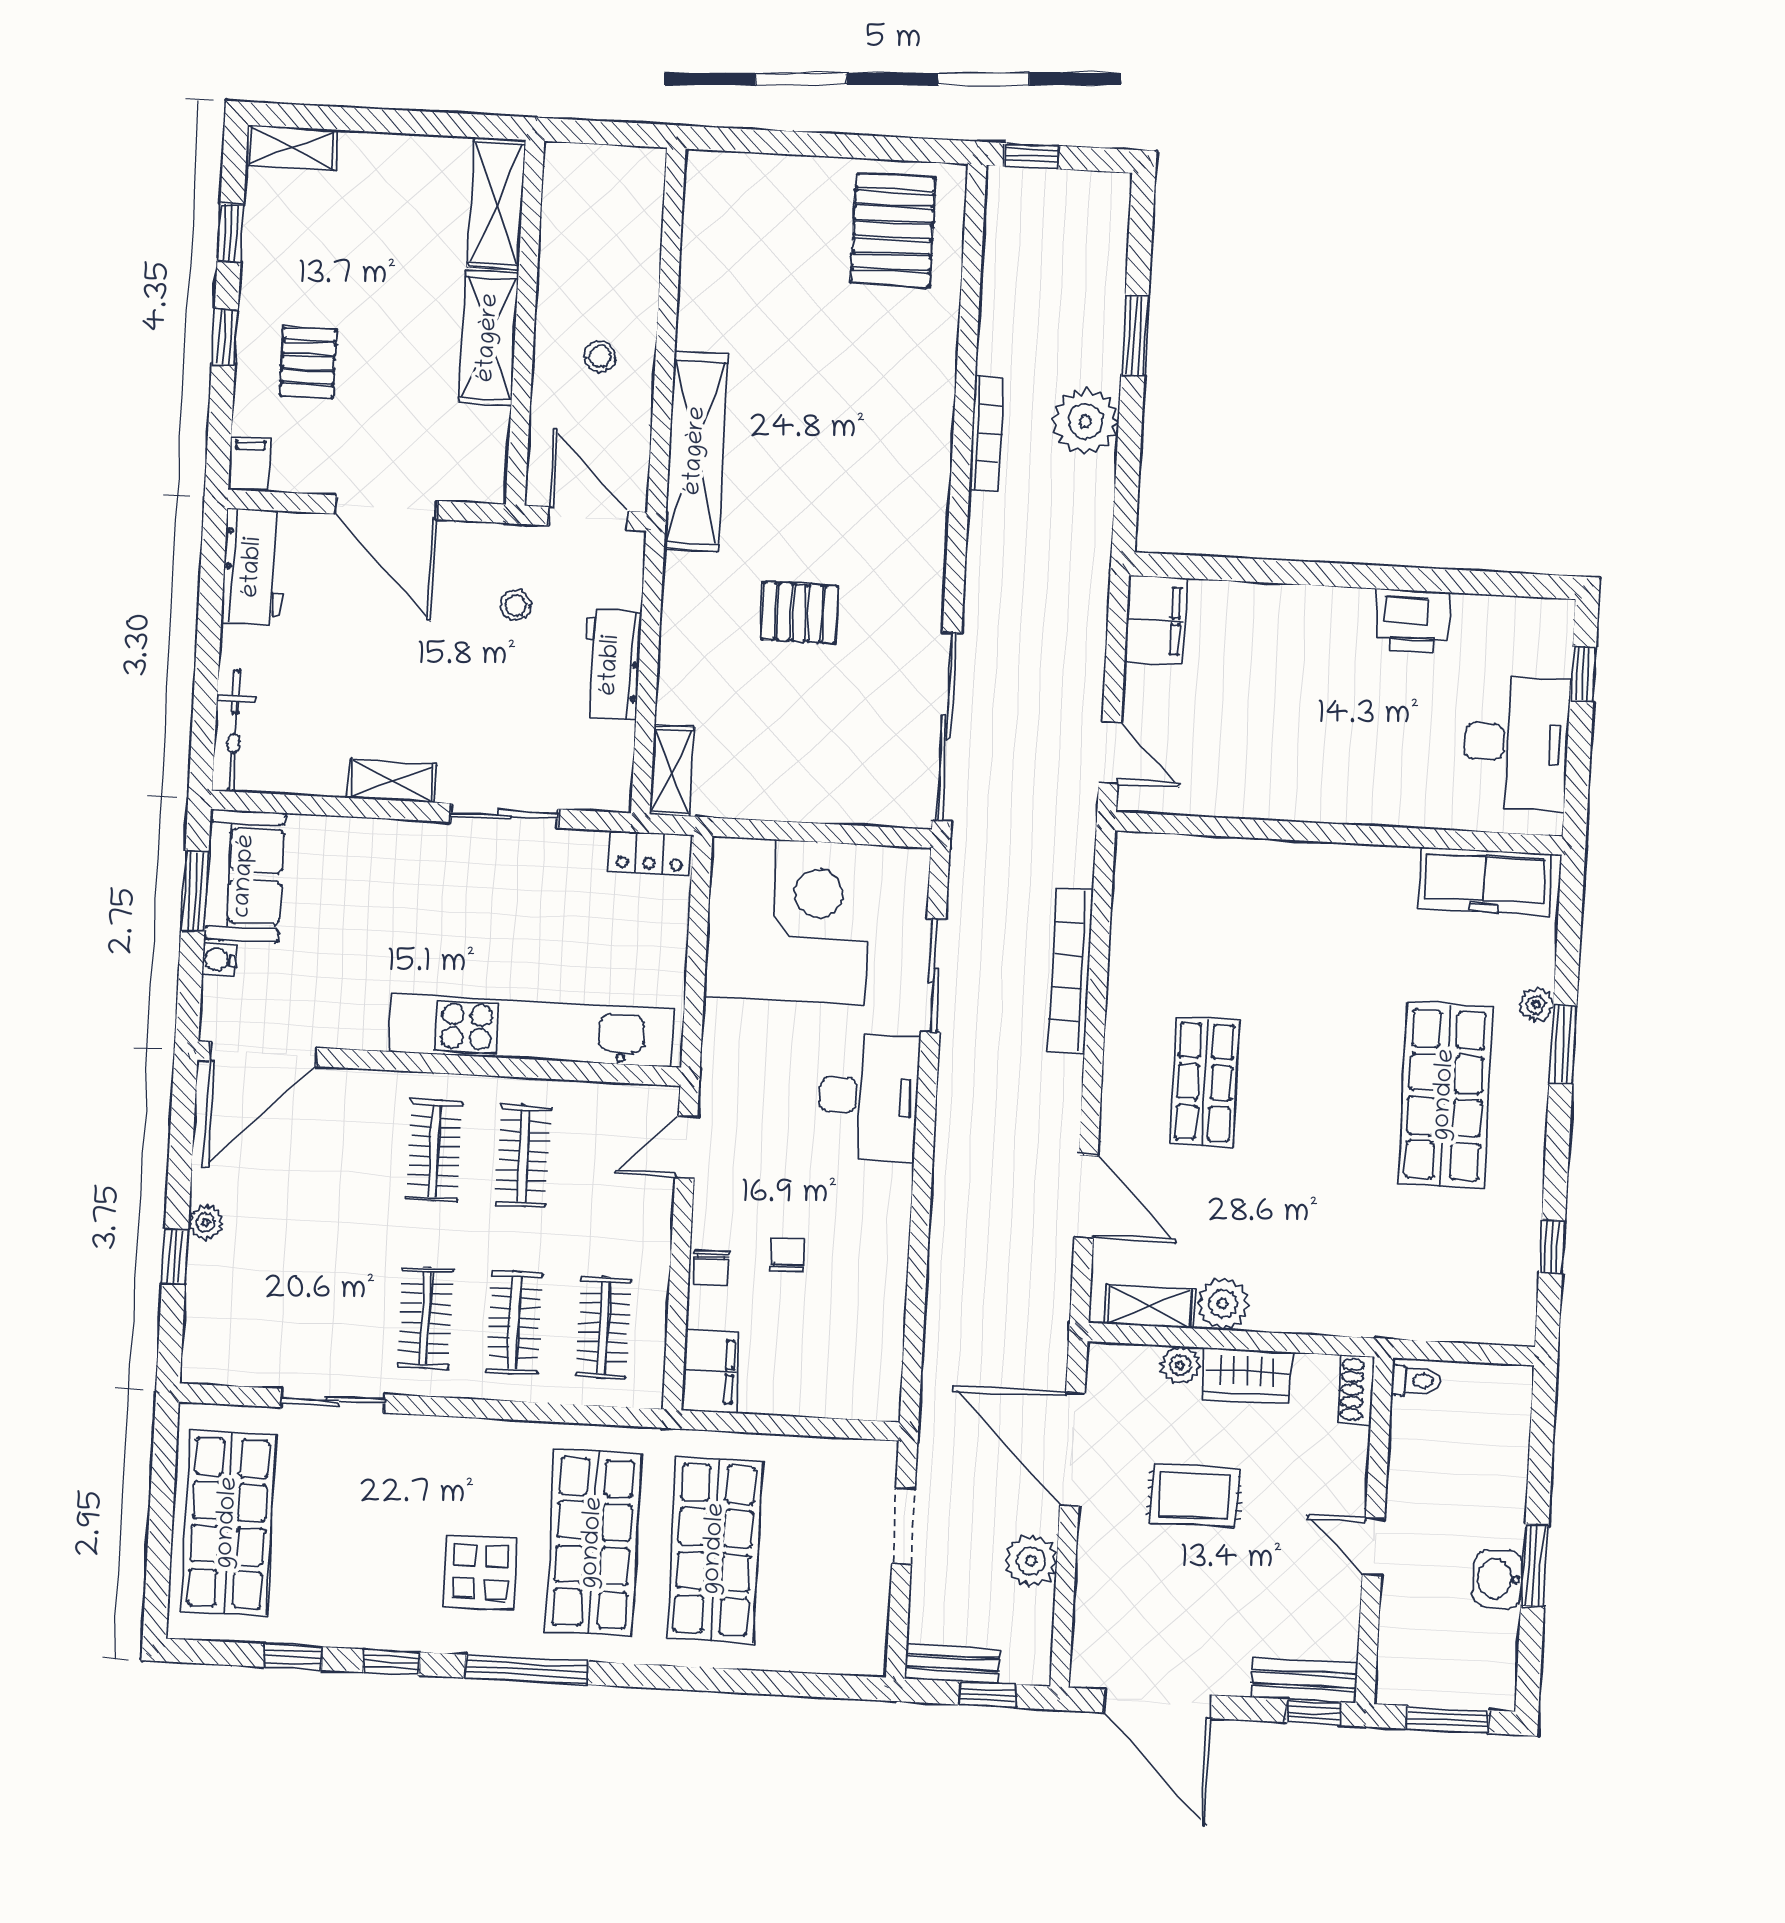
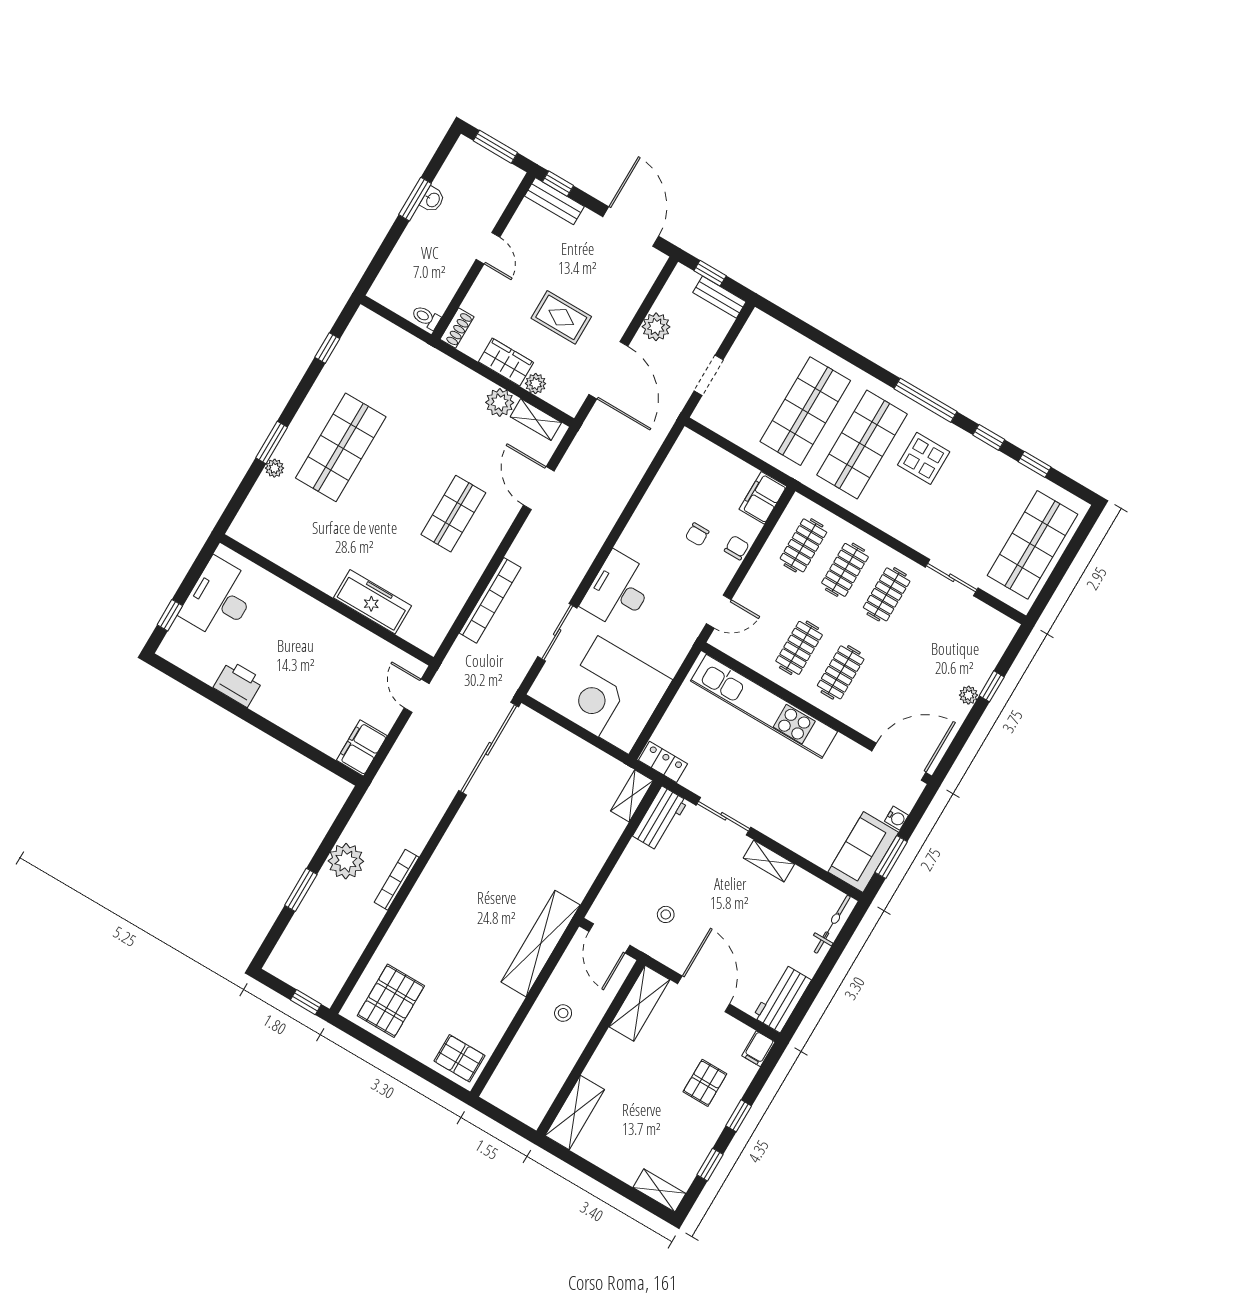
shelving: (489, 338) -> (639, 1003), moved
pallet: (800, 613) -> (460, 1058), moved
workbench: (611, 665) -> (660, 819), moved
freezer: (1485, 881) -> (372, 602), moved
washbasin: (1498, 1579) -> (433, 200), width x0.72, depth x0.69

